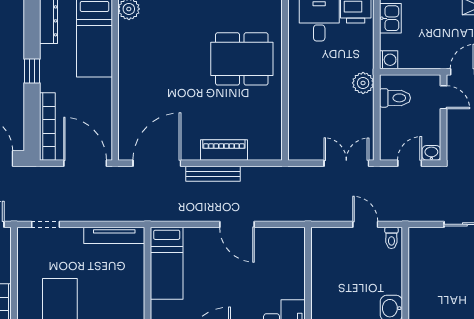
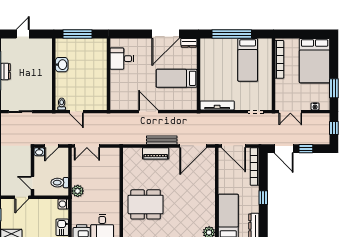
bed: (167, 263) -> (177, 78), moved, turned -90

